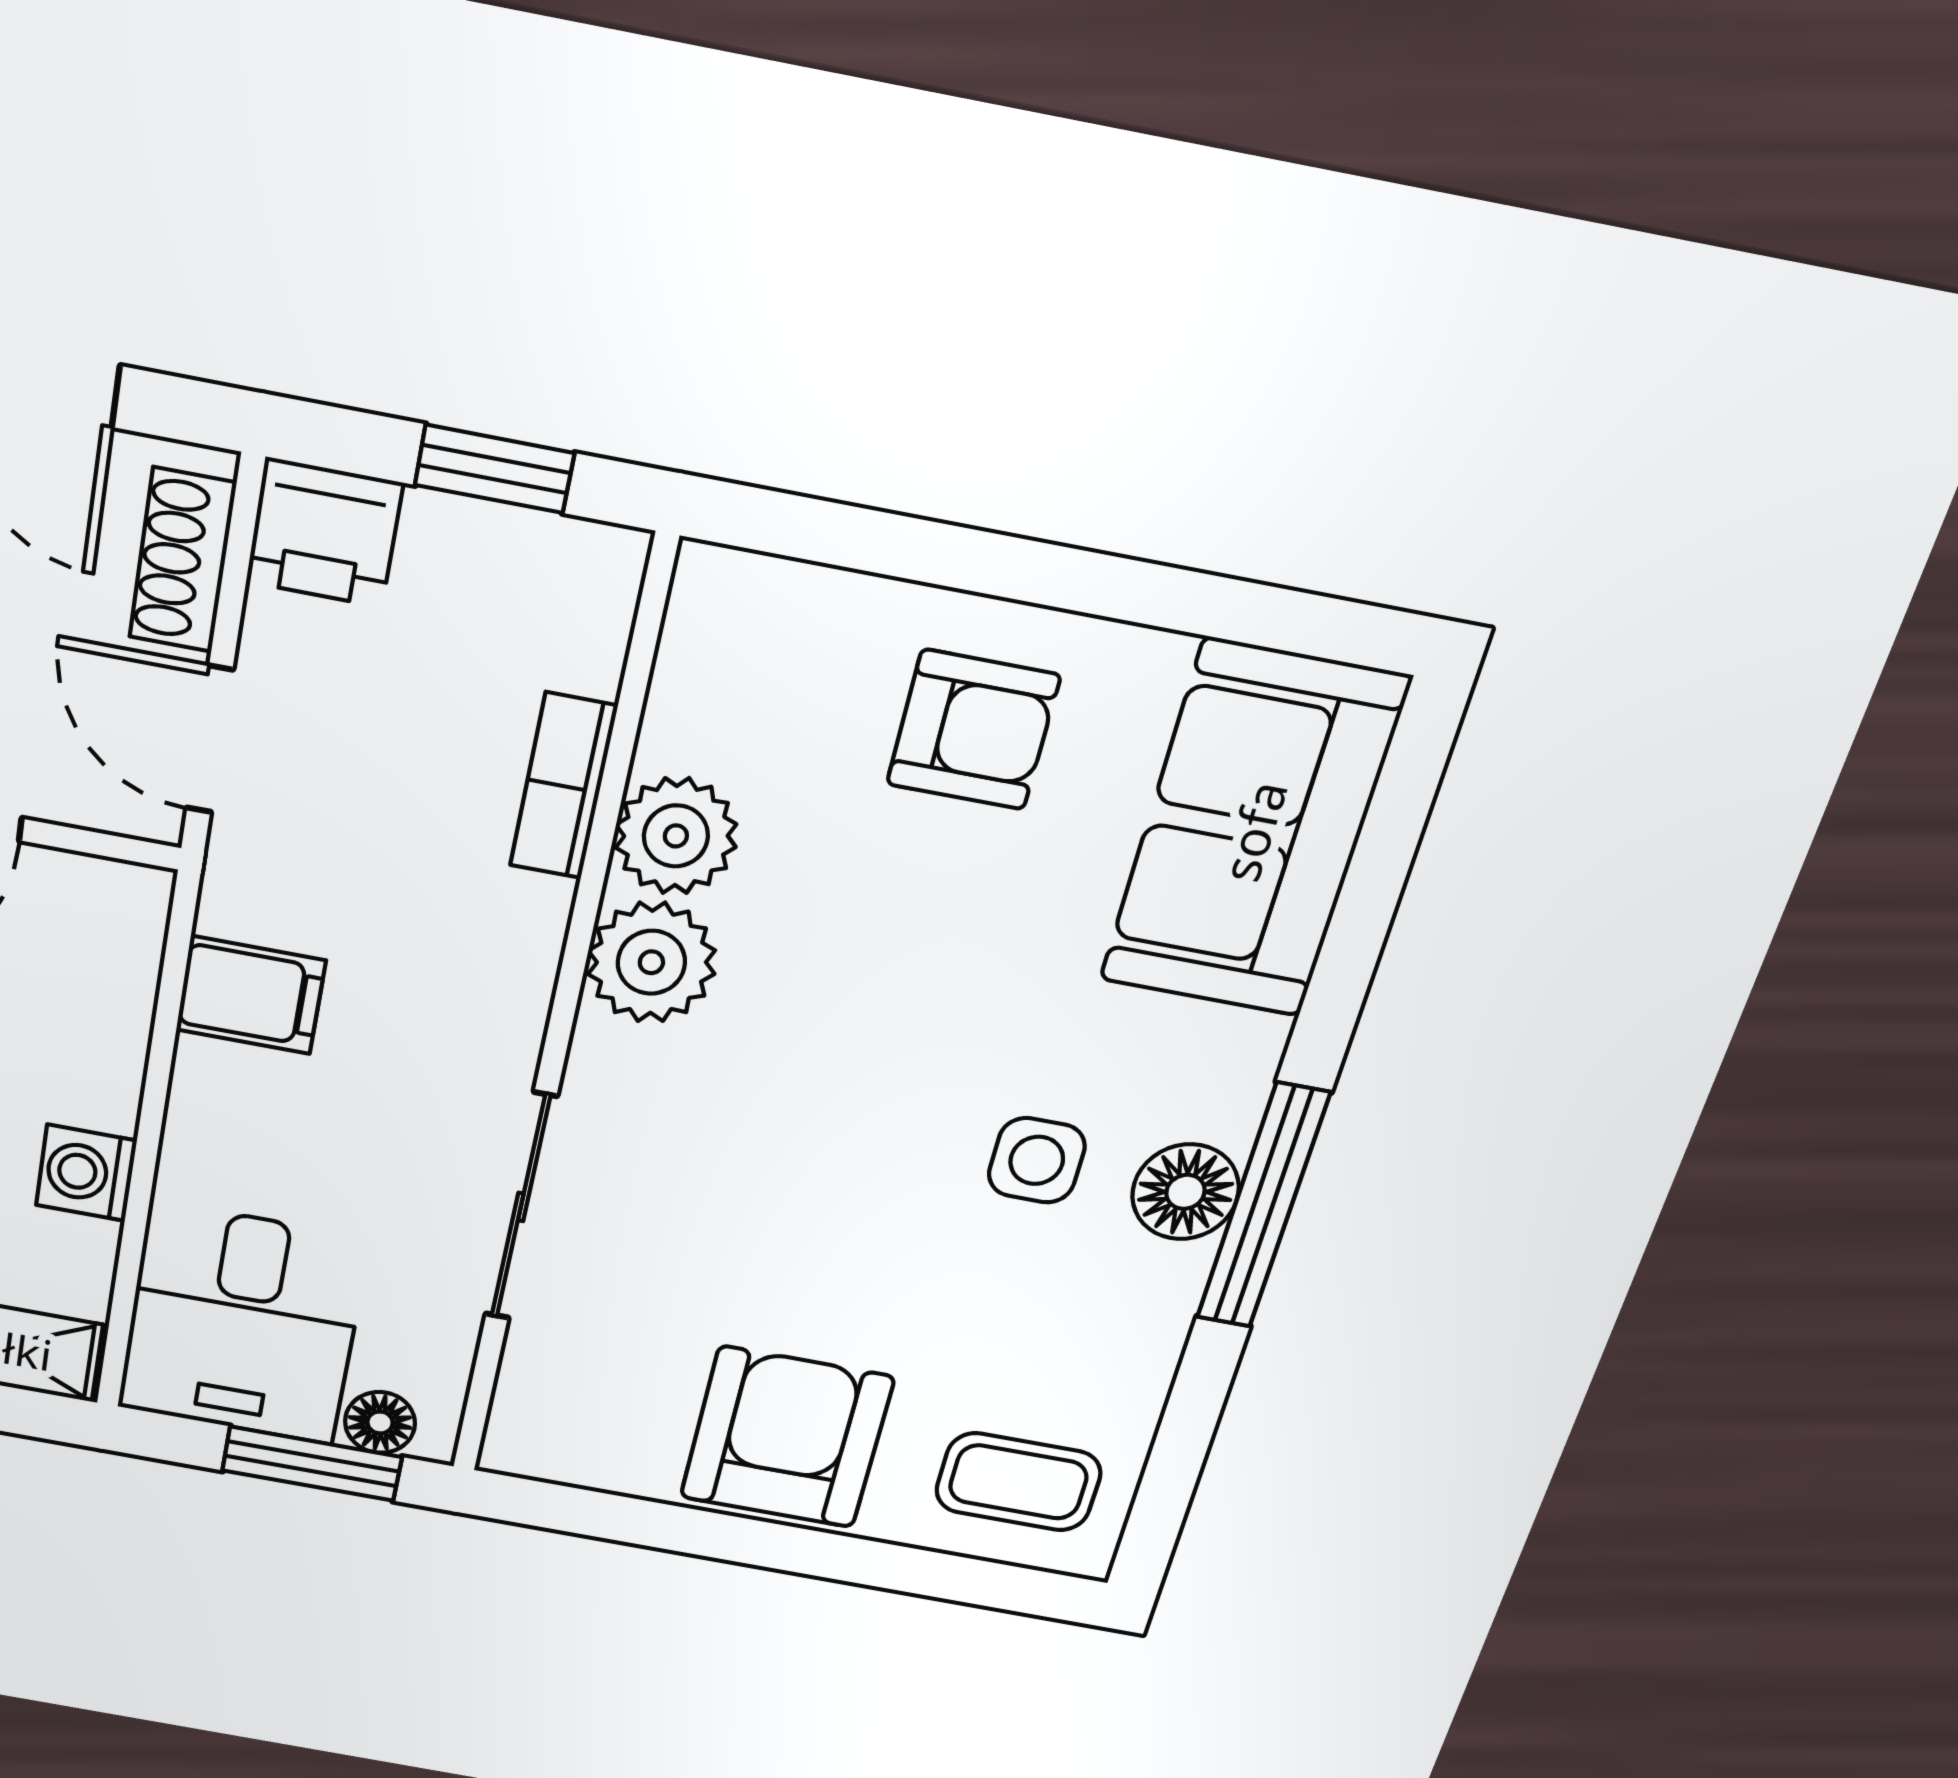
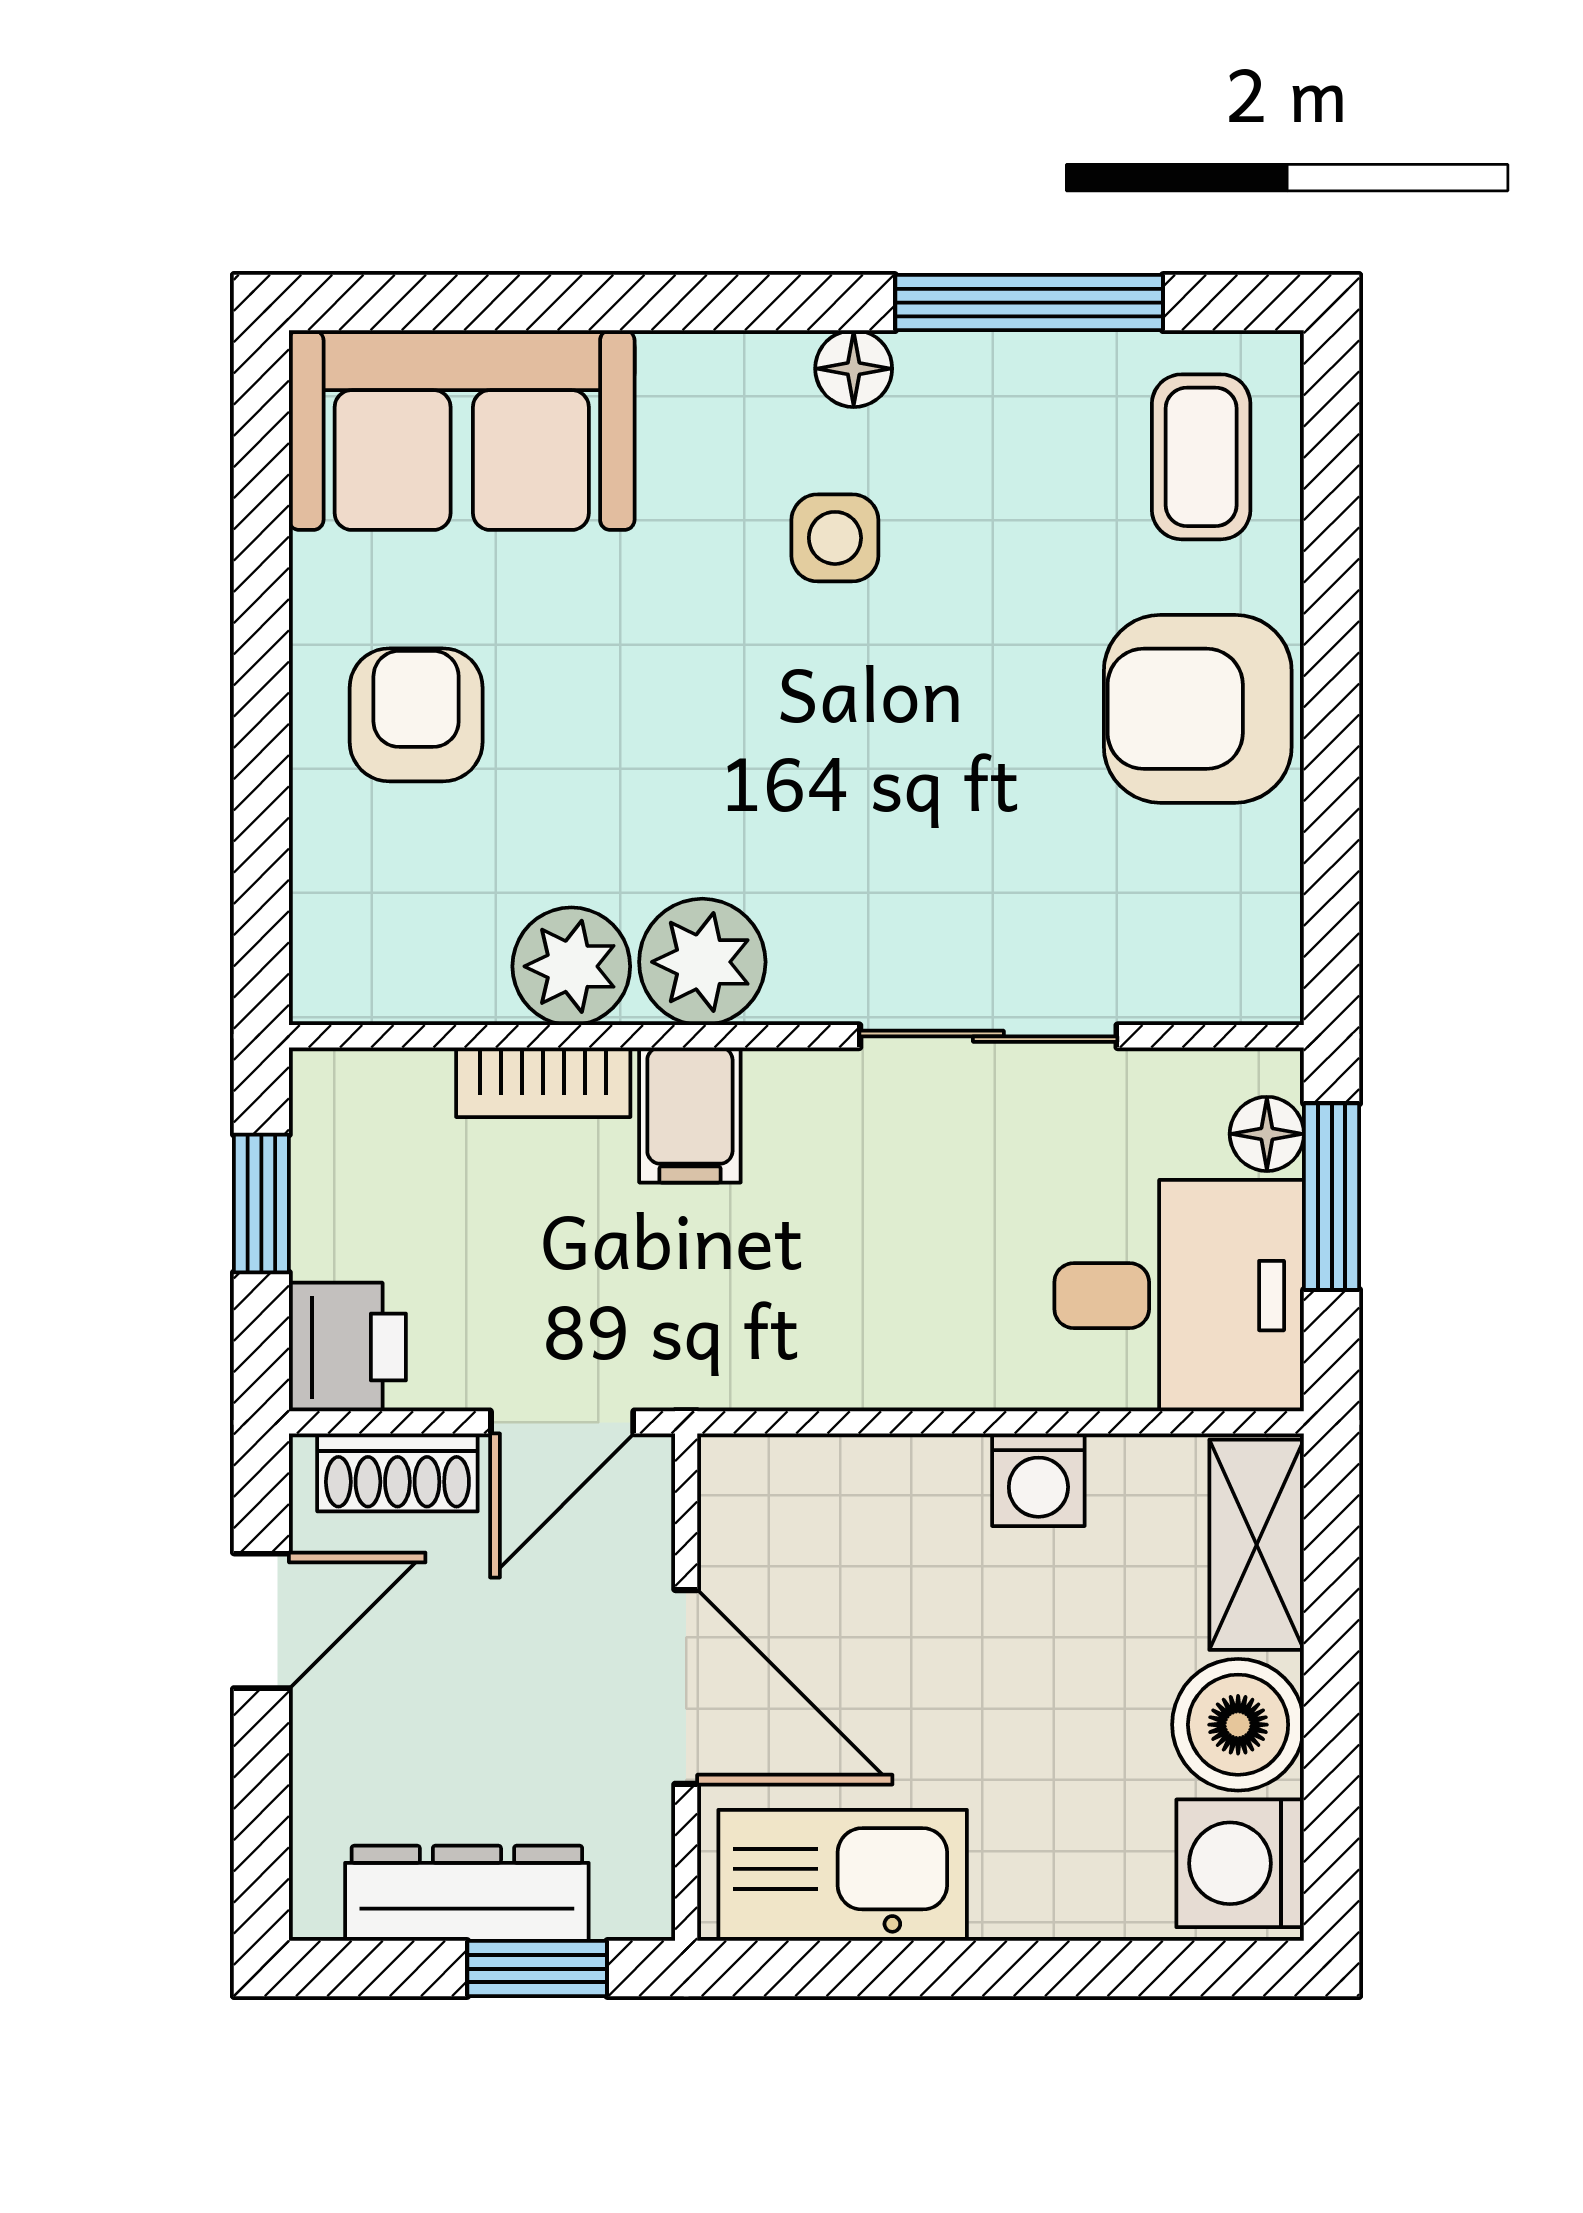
filing cabinet: (251, 995) -> (690, 1115), moved, turned 180
floor lamp: (1186, 1192) -> (854, 369), width x0.73, depth x0.73
window: (1263, 1206) -> (1029, 303), moved

